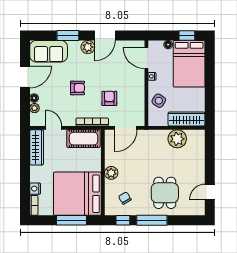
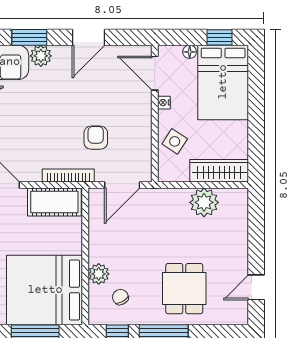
plant: (88, 47) -> (41, 56), moved
armchair: (77, 88) -> (45, 121), removed
plant: (111, 173) -> (99, 274), moved

